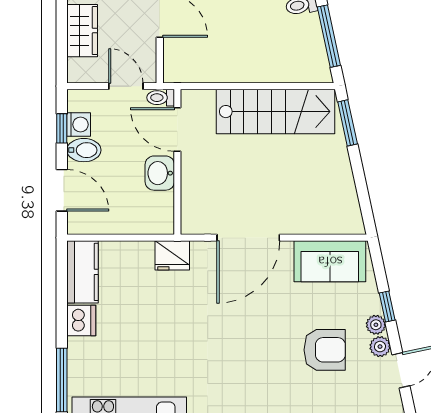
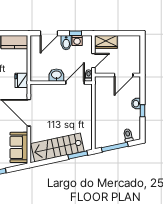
wardrobe: (82, 31) -> (106, 42), moved
stairs: (275, 112) -> (58, 147), moved, turned 78

